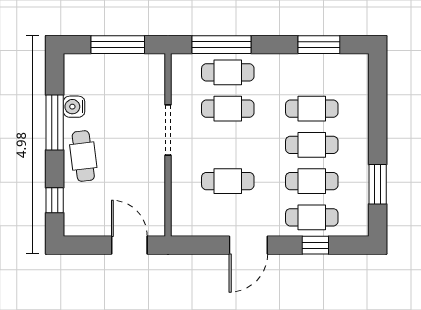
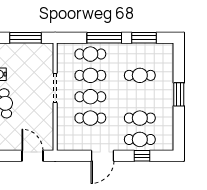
window: (222, 45) -> (104, 38), moved
cafe table: (312, 145) -> (90, 97), moved
window: (378, 184) -> (179, 94), moved

